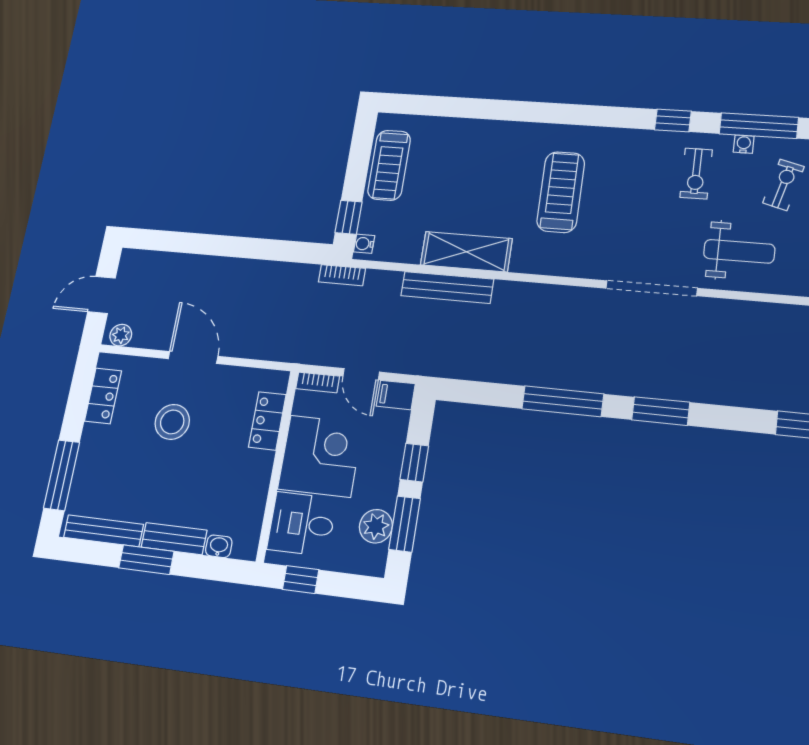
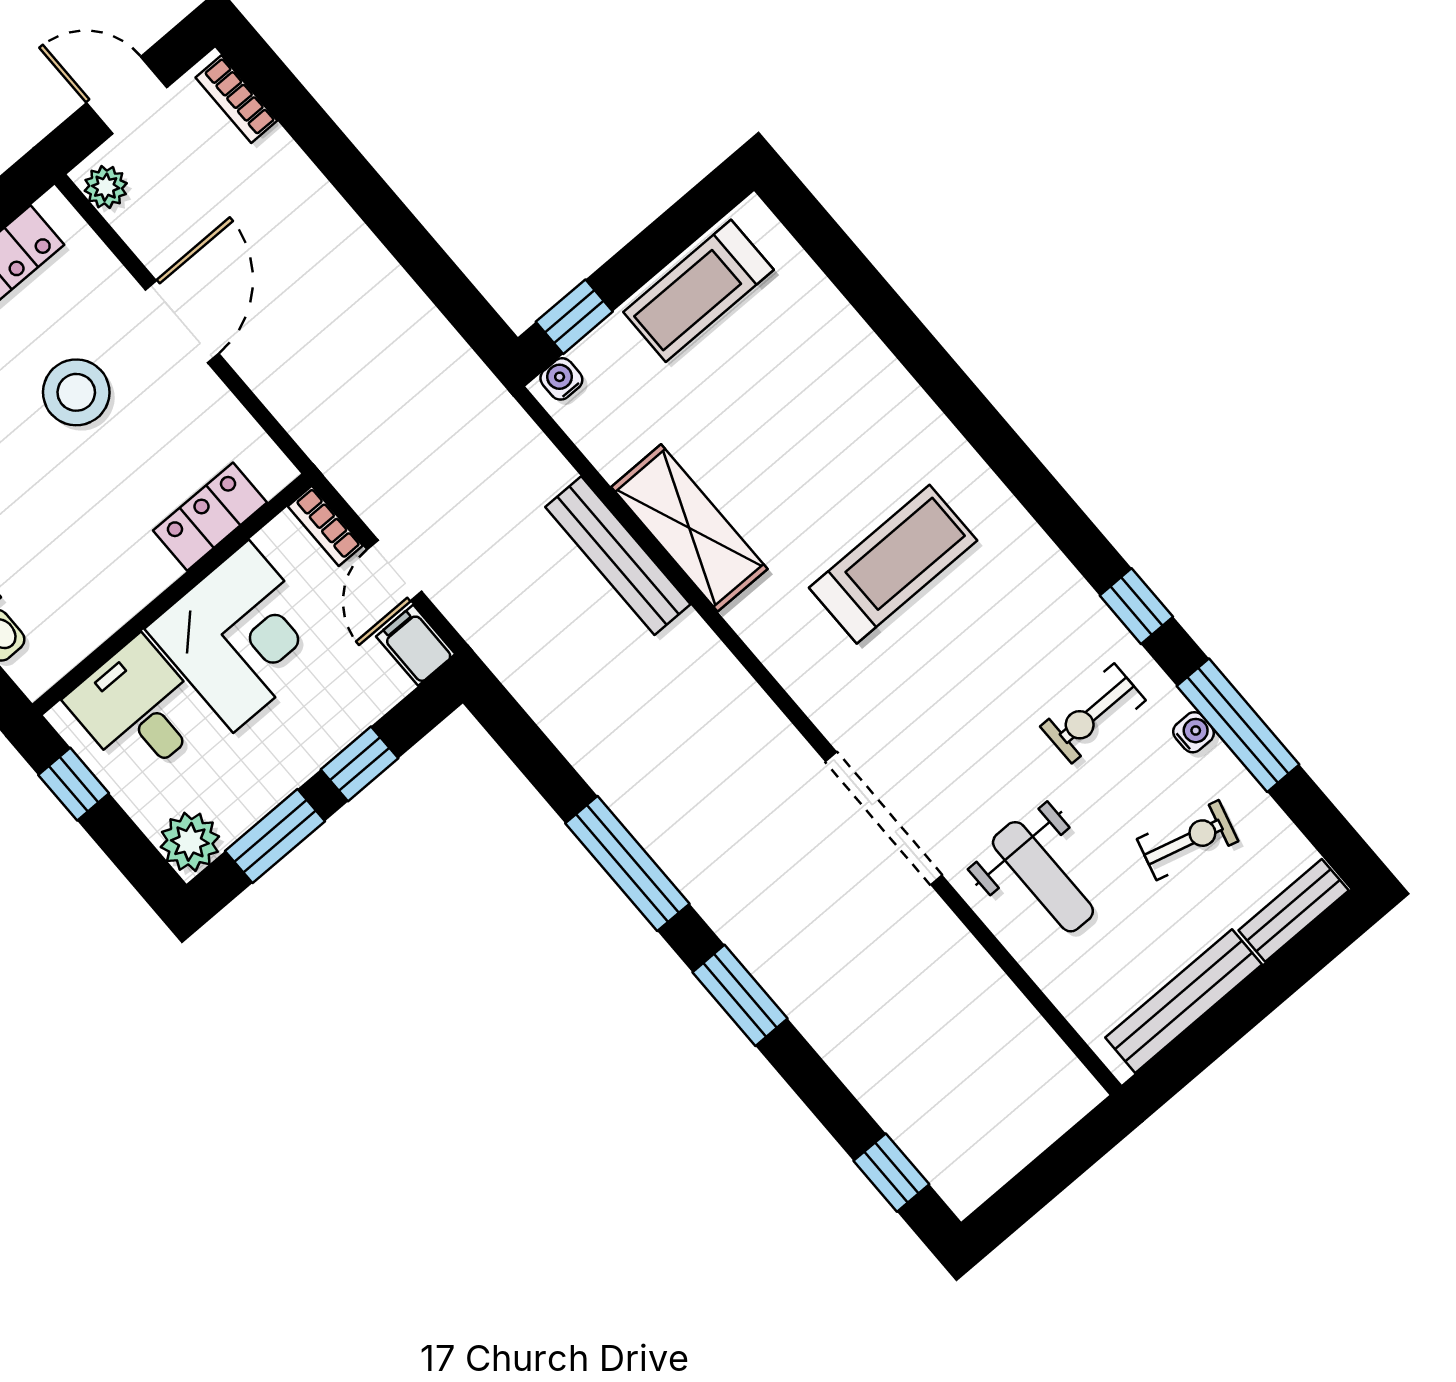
bookcase: (342, 275) -> (236, 99), moved
plant: (376, 526) -> (190, 842), moved

